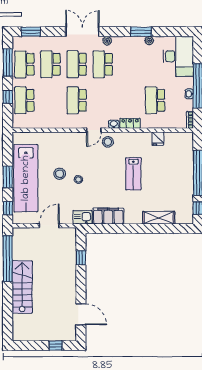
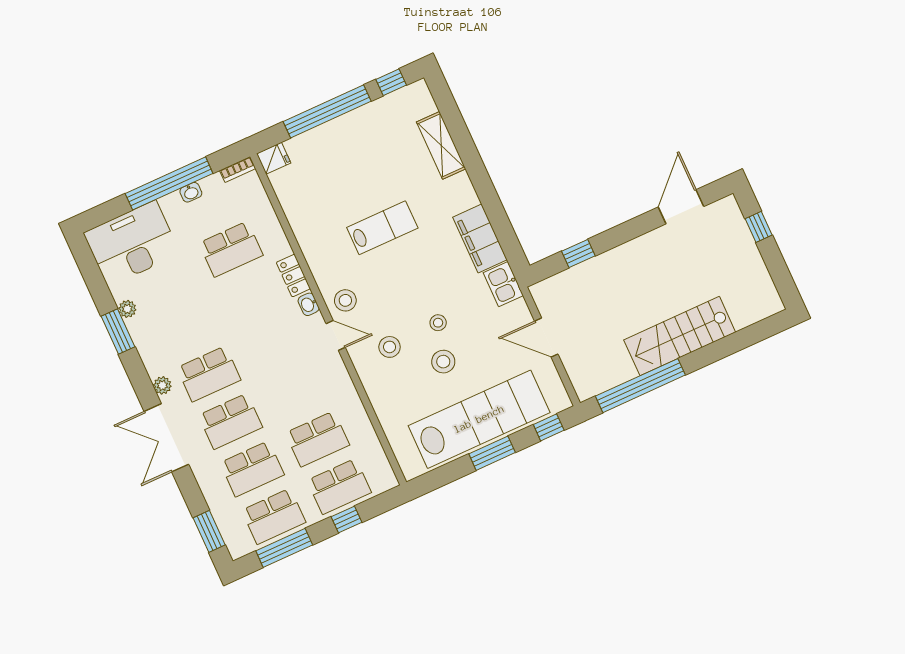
school desk: (77, 100) -> (317, 439), moved
fridge: (158, 139) -> (274, 158), moved
stool: (77, 152) -> (390, 347), added

